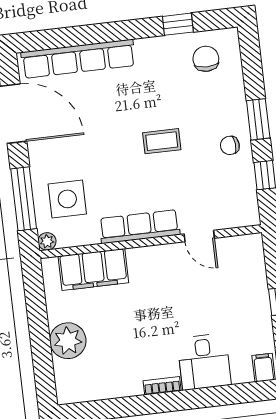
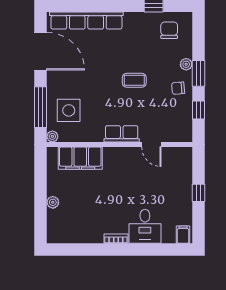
plant: (238, 108) -> (186, 64), added
row of seats: (139, 227) -> (122, 134), width x0.68
plant: (68, 341) -> (53, 202), width x0.53, depth x0.53

